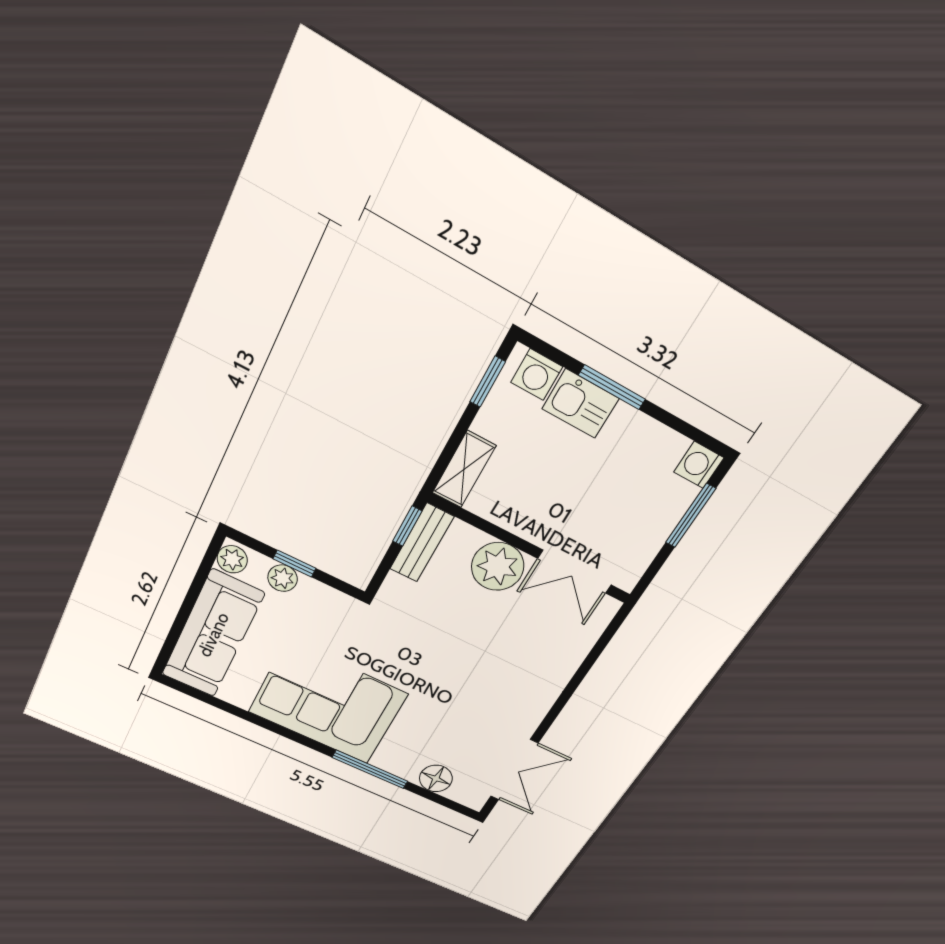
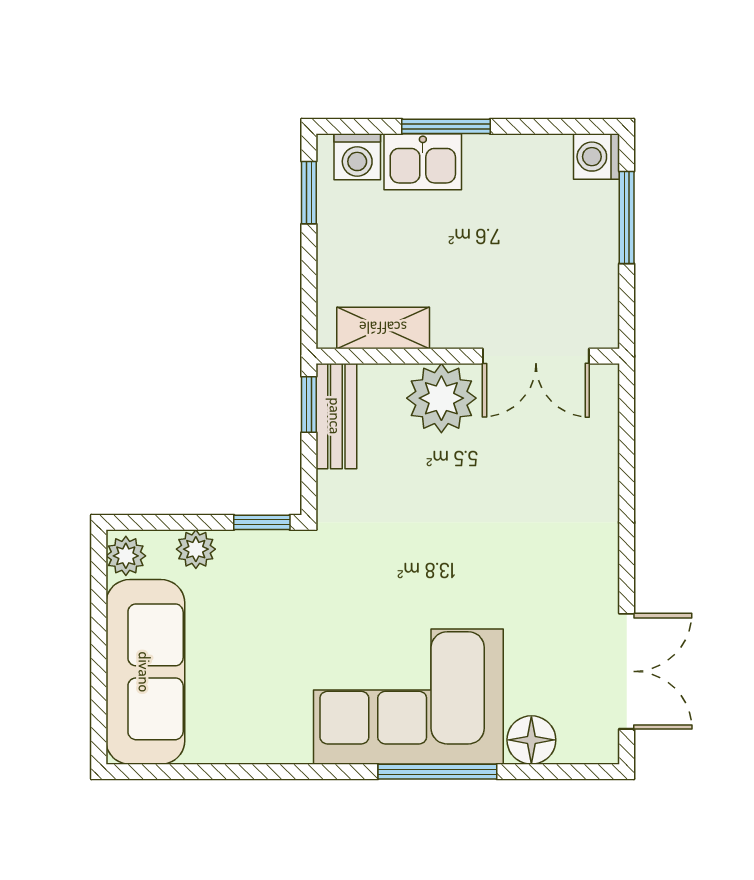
shelving: (464, 469) -> (383, 328), moved, turned 90
window: (294, 564) -> (262, 522), moved
corner sofa: (328, 703) -> (408, 697), moved

